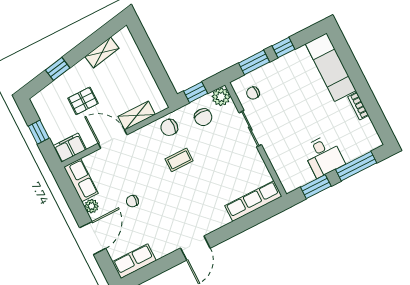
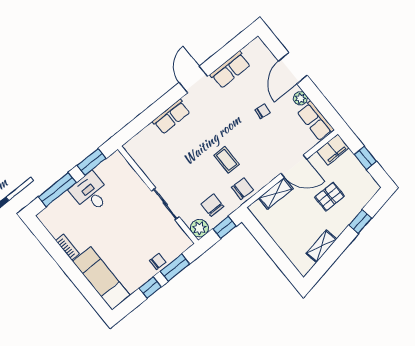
chair: (253, 93) -> (158, 261), moved
coffee table: (179, 160) -> (227, 160), turned 90
row of seats: (253, 201) -> (171, 117), moved, width x0.68
row of seats: (134, 261) -> (230, 70), moved

